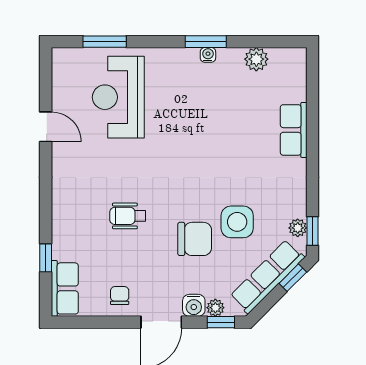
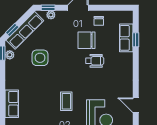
coffee table: (184, 135) -> (66, 101), added
chair: (195, 239) -> (86, 40), moved
row of seats: (65, 288) -> (126, 38), moved
water cooler: (194, 305) -> (62, 16), removed

